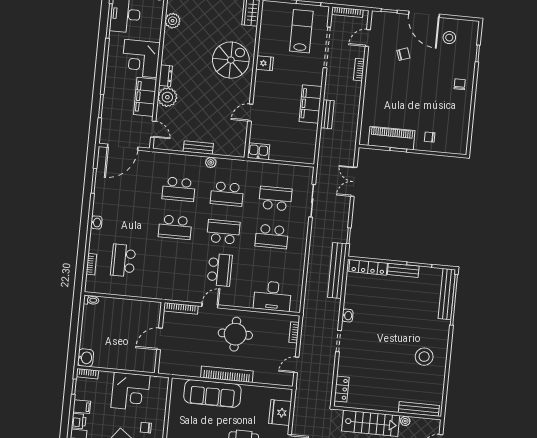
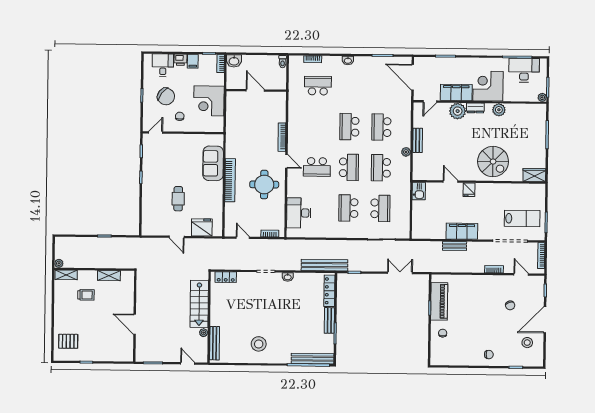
plant: (173, 21) -> (499, 110), moved
fridge: (265, 63) -> (469, 190), moved
wall: (160, 338) -> (256, 90), moved
door: (160, 339) -> (255, 90), moved
sofa: (212, 393) -> (213, 163), width x0.73

